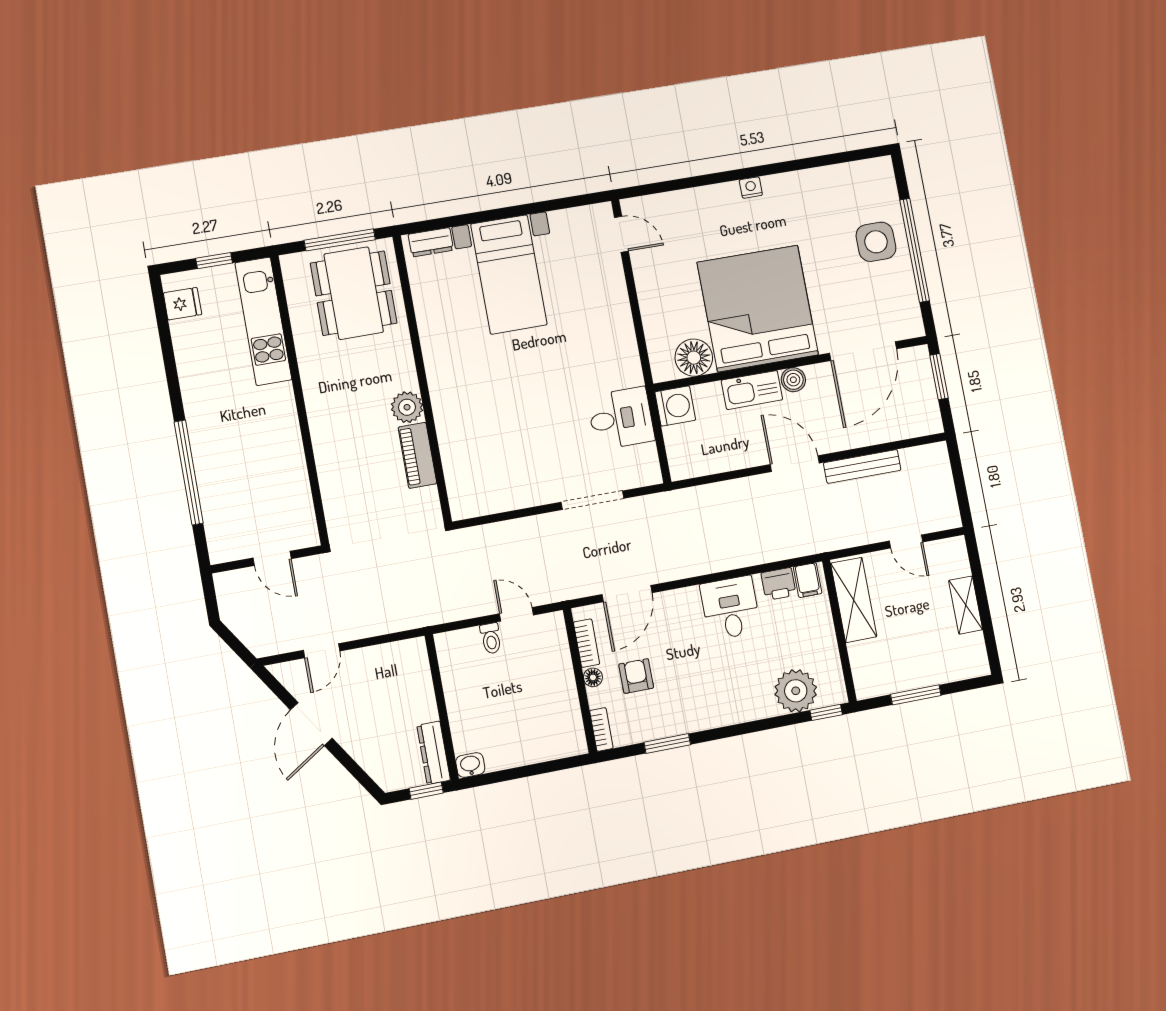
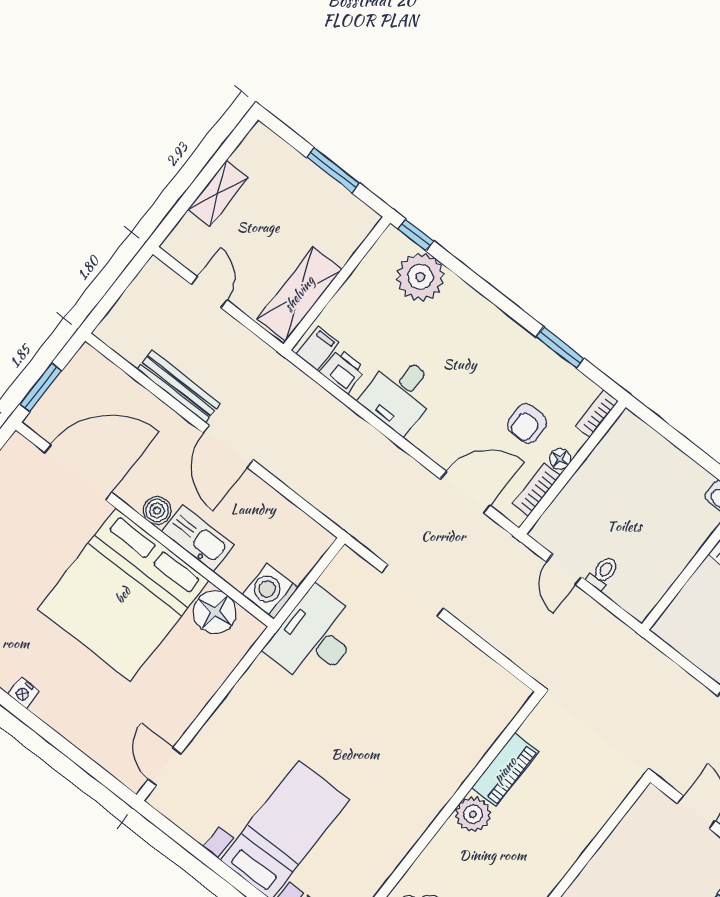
desk: (621, 418) -> (315, 637), width x1.37

